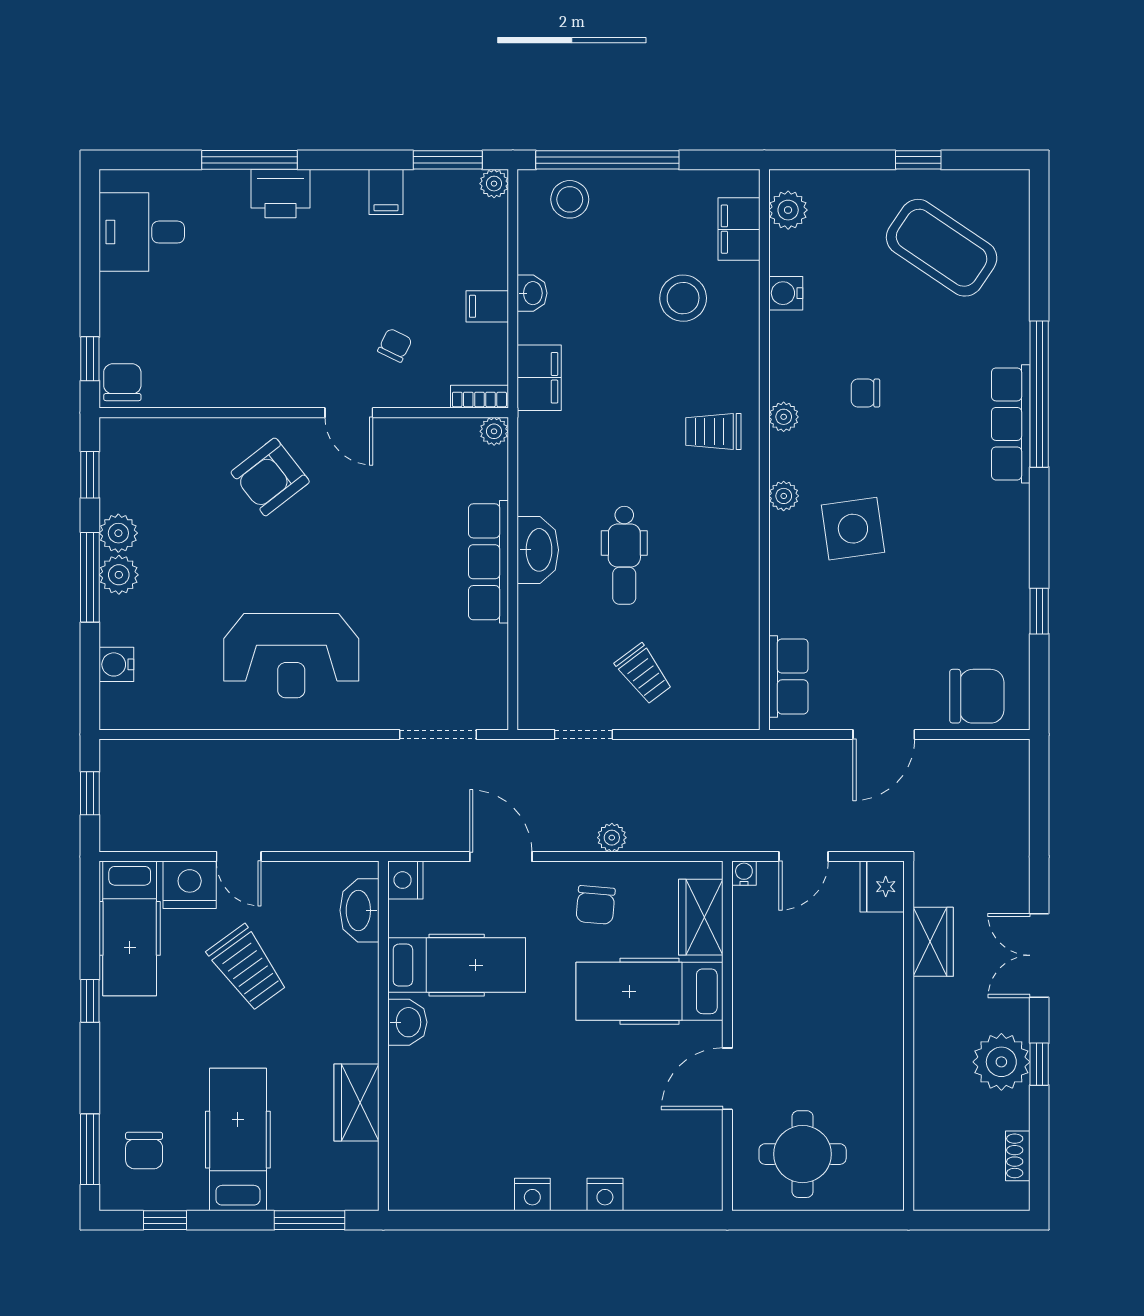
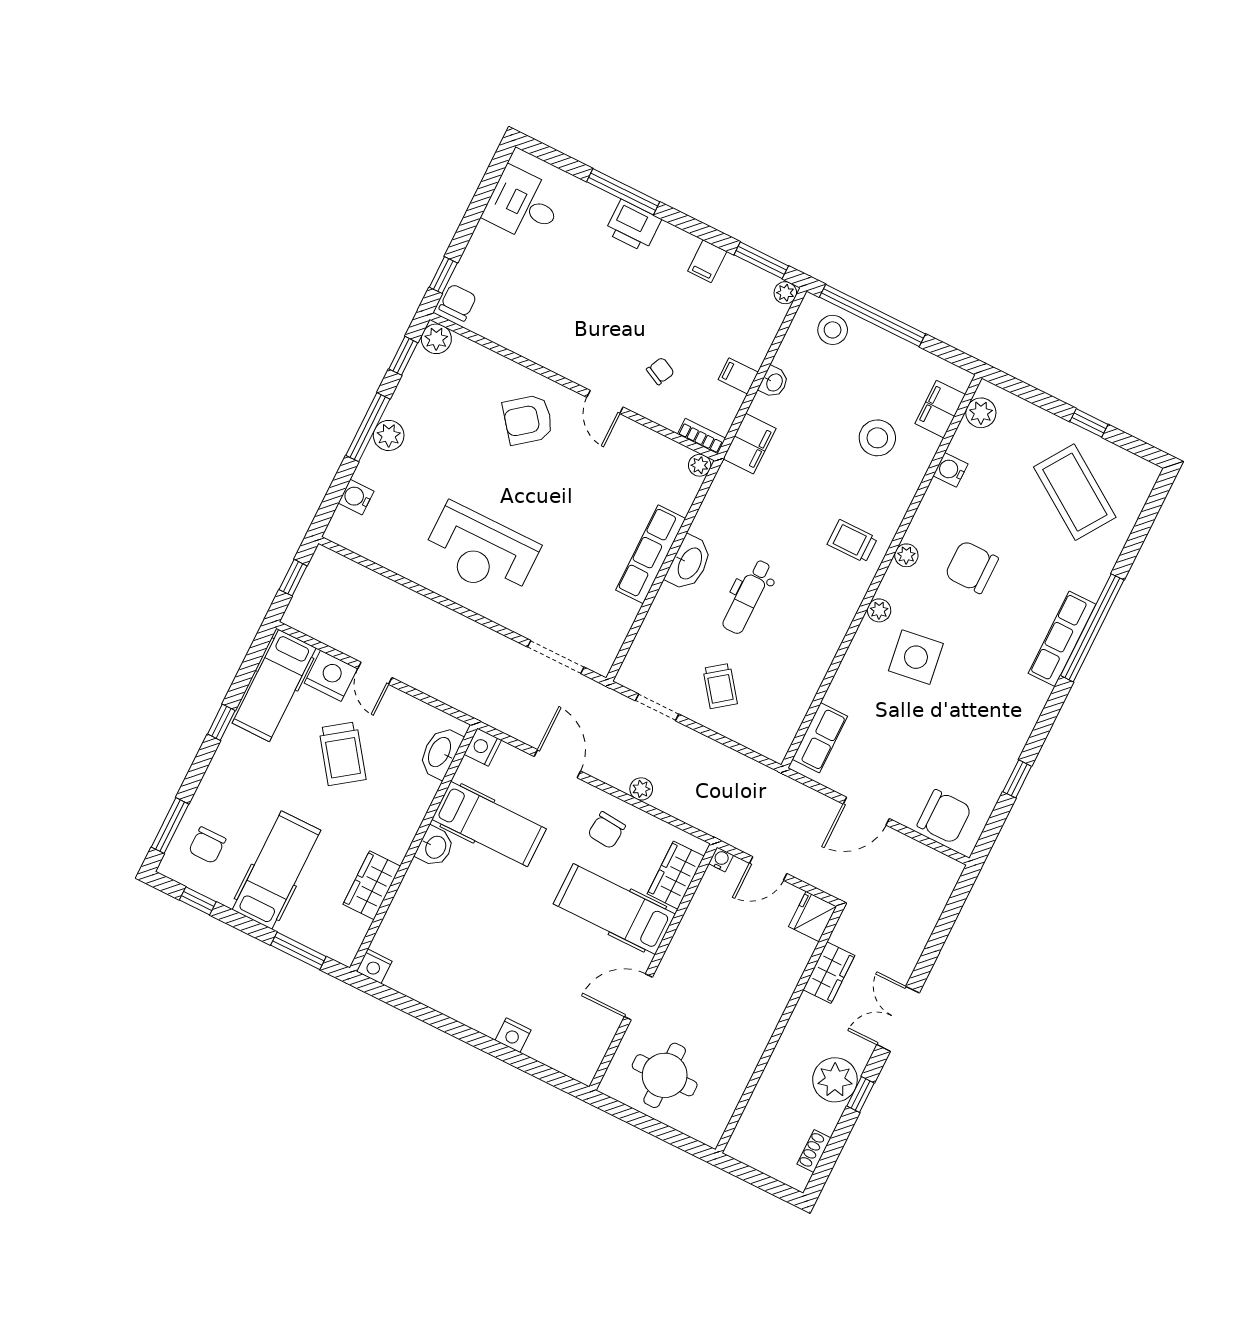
chair: (865, 393) -> (972, 567), width x1.87, depth x1.87
plant: (118, 533) -> (436, 339), moved
nightstand: (532, 1195) -> (374, 966), moved

